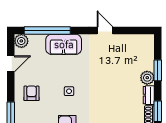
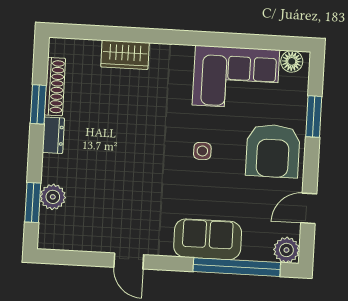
window: (158, 70) -> (33, 203), moved
plant: (147, 78) -> (53, 197), moved
armchair: (31, 93) -> (273, 151), width x1.88, depth x1.88

